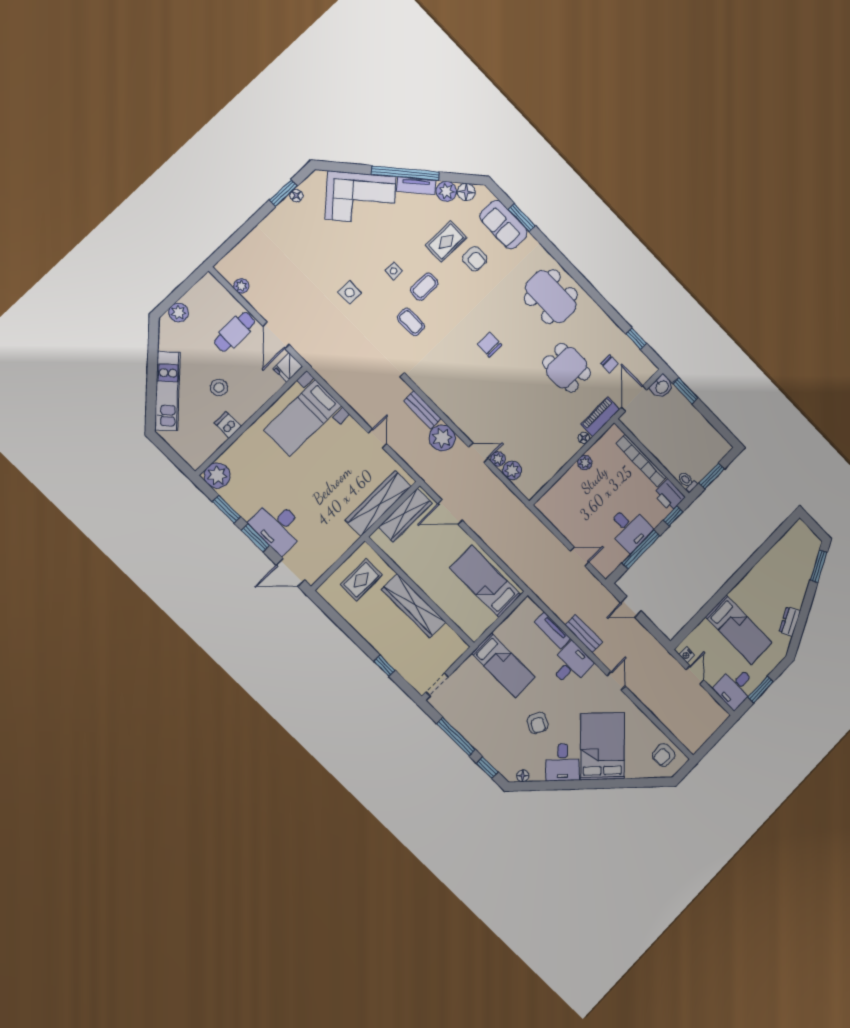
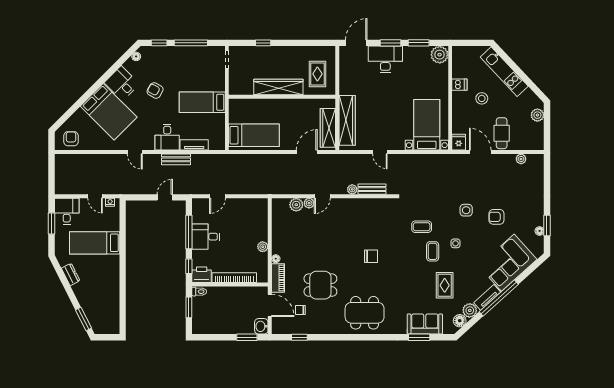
armchair: (475, 259) -> (496, 217), moved
plant: (442, 438) -> (352, 189), width x0.53, depth x0.53

